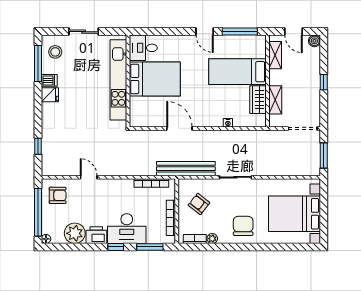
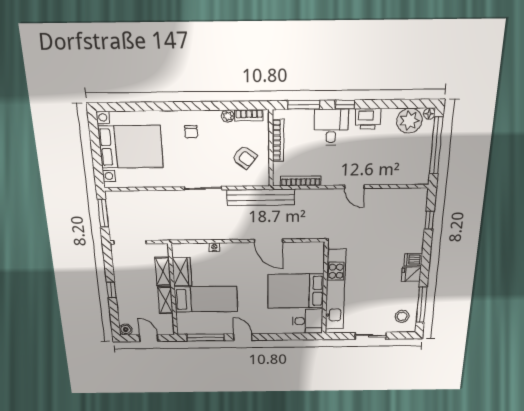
shelving: (275, 55) -> (165, 300), moved
dishwasher: (49, 80) -> (413, 260), moved
door: (89, 177) -> (354, 187), moved
armchair: (58, 195) -> (411, 165), removed
chair: (243, 226) -> (191, 132), width x0.54, depth x0.54
desk: (127, 229) -> (331, 127), width x0.73
plant: (75, 233) -> (409, 121), moved

